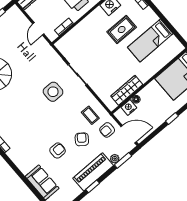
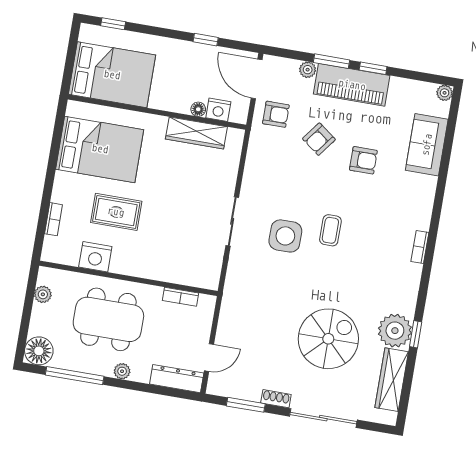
door: (38, 29) -> (209, 358), moved
bed: (150, 40) -> (100, 149), width x1.50
coffee table: (90, 115) -> (330, 230), moved
window: (172, 119) -> (206, 40), moved
armchair: (58, 151) -> (363, 160), turned 180
window: (123, 160) -> (332, 61), moved

